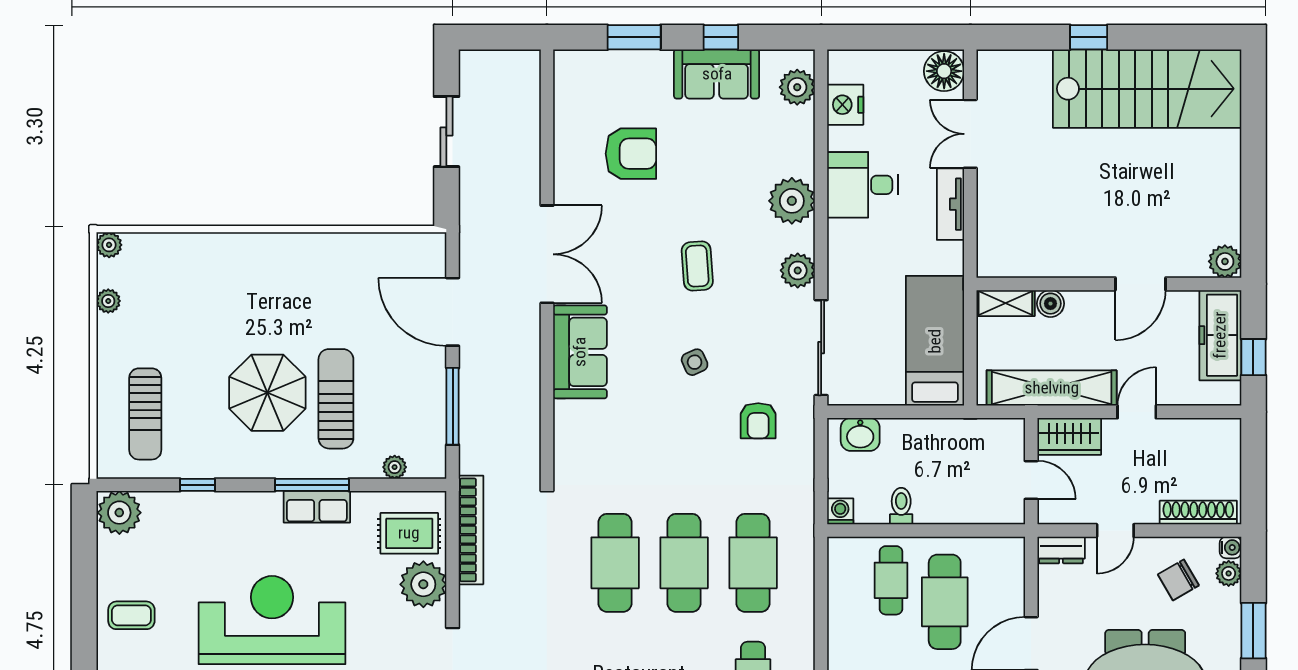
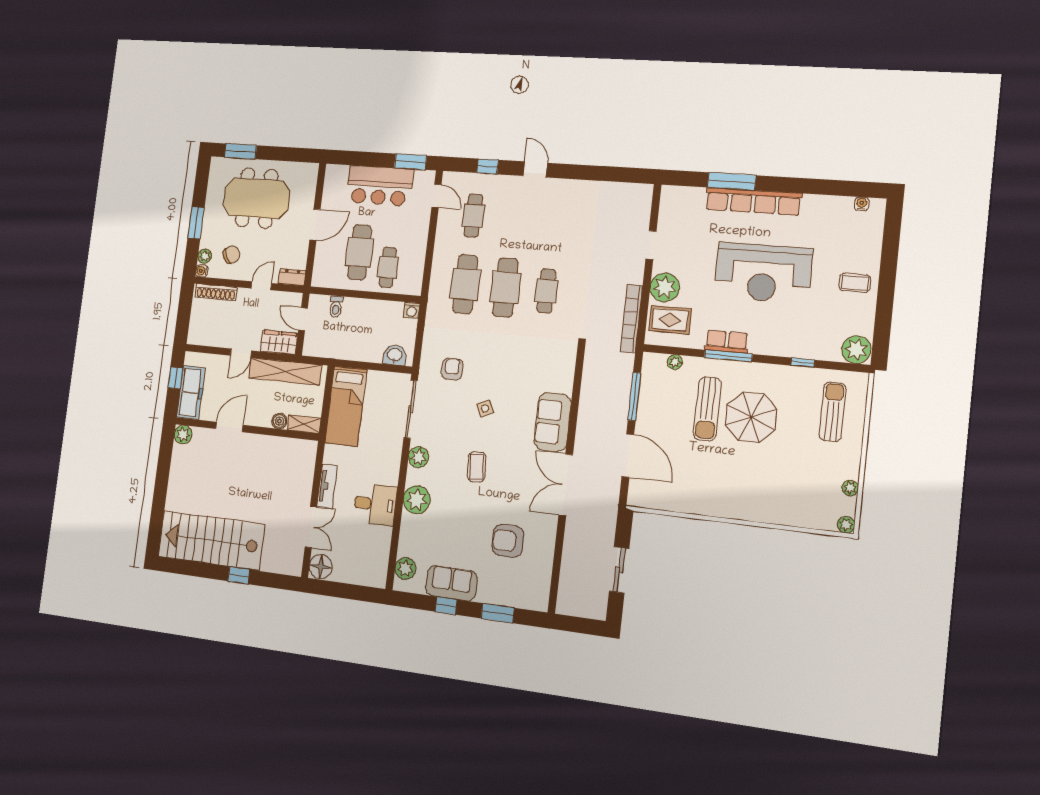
nightstand: (845, 105) -> (379, 554), removed
toilet: (901, 506) -> (336, 307), moved
cafe table: (615, 563) -> (546, 291), width x0.73, depth x0.74

